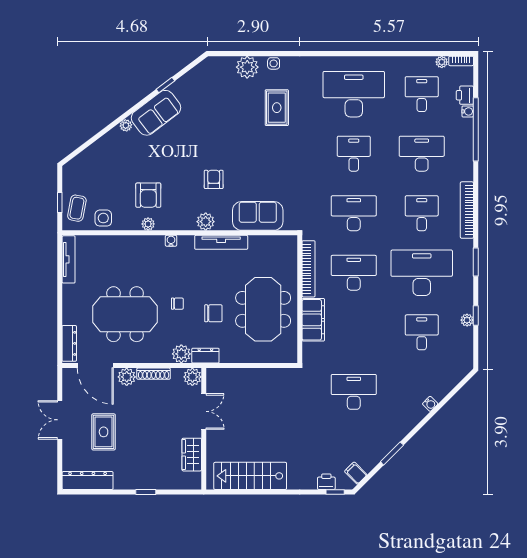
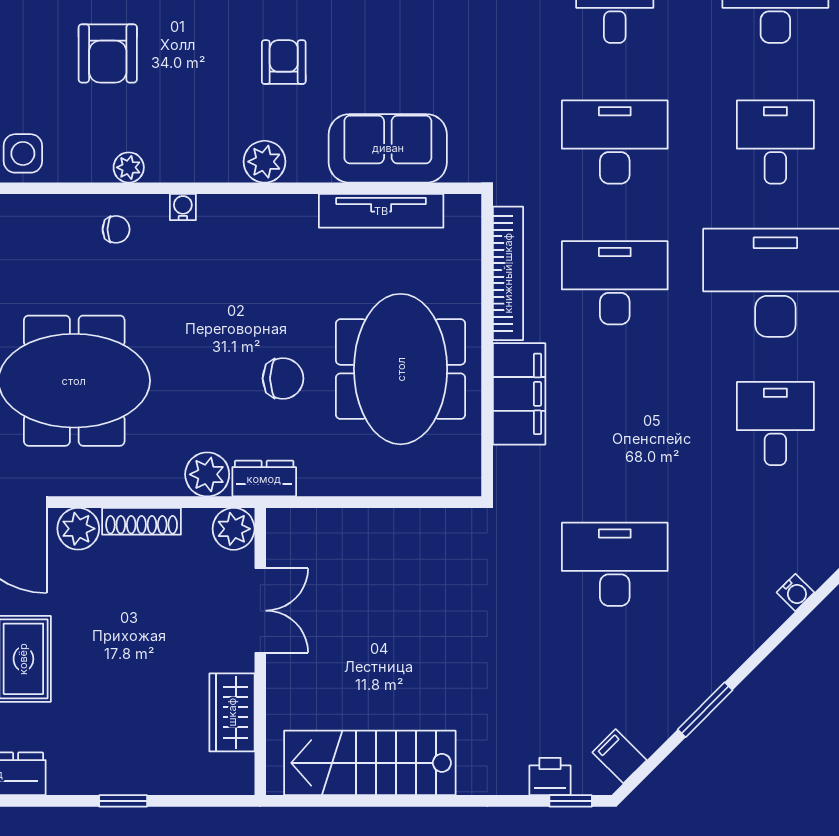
armchair: (148, 195) -> (108, 53), moved
tv unit: (221, 242) -> (381, 211), moved
chair: (177, 304) -> (116, 229), moved

